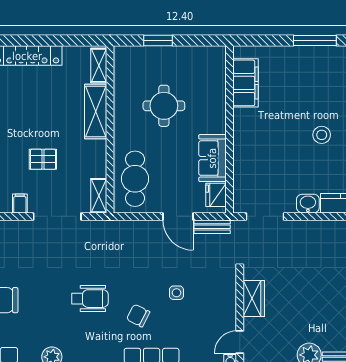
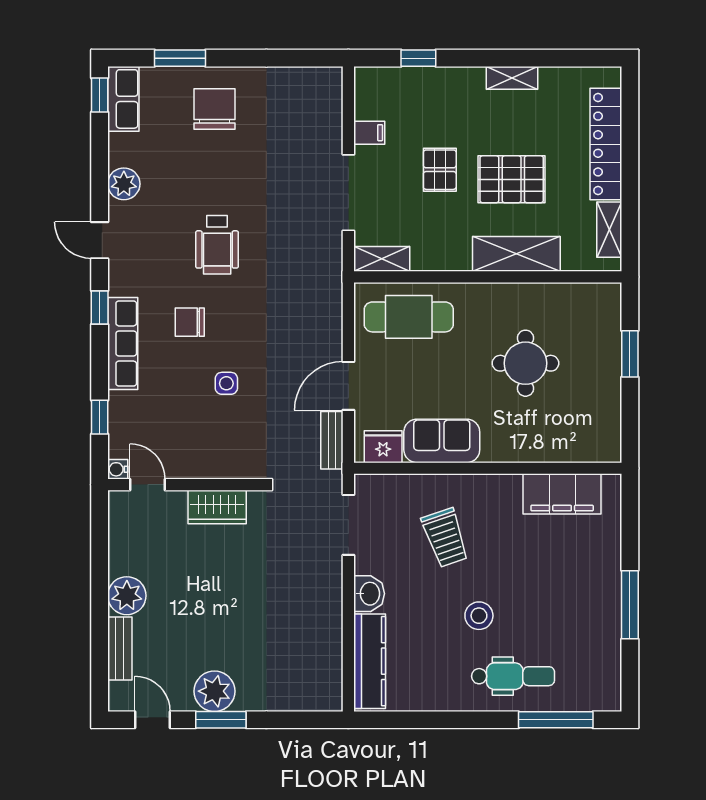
shelving: (99, 65) -> (609, 230), moved, turned 90
pallet: (49, 114) -> (512, 179), added
trolley: (273, 156) -> (445, 538), added
chair: (138, 316) -> (190, 322), turned -117

